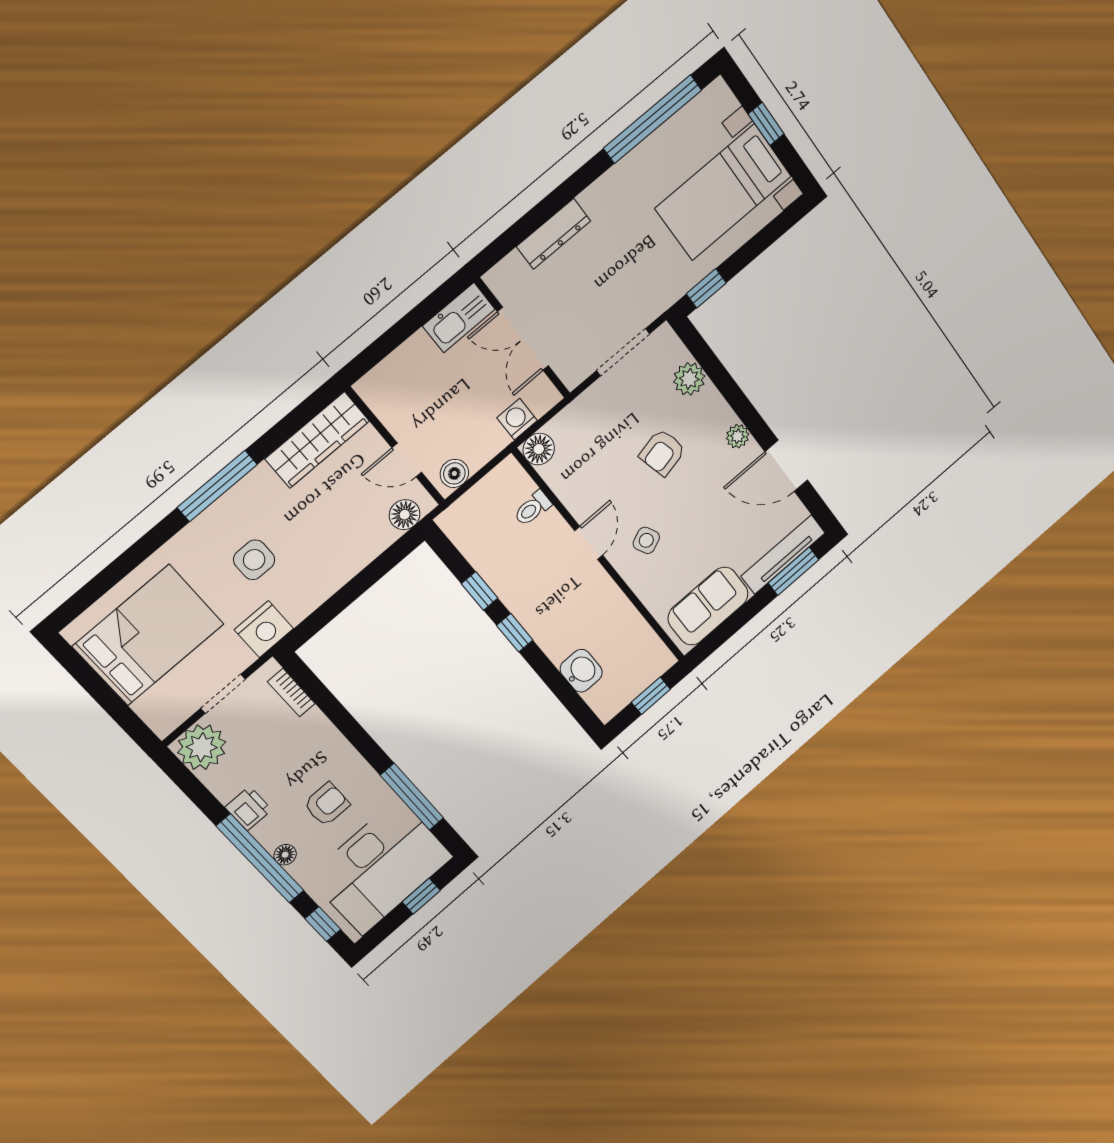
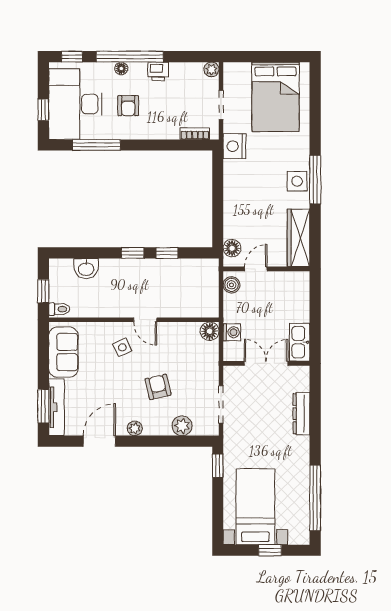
toilet: (533, 508) -> (59, 309), moved, turned 90
side table: (254, 560) -> (297, 181), moved
plant: (202, 747) -> (211, 69), width x0.53, depth x0.53

